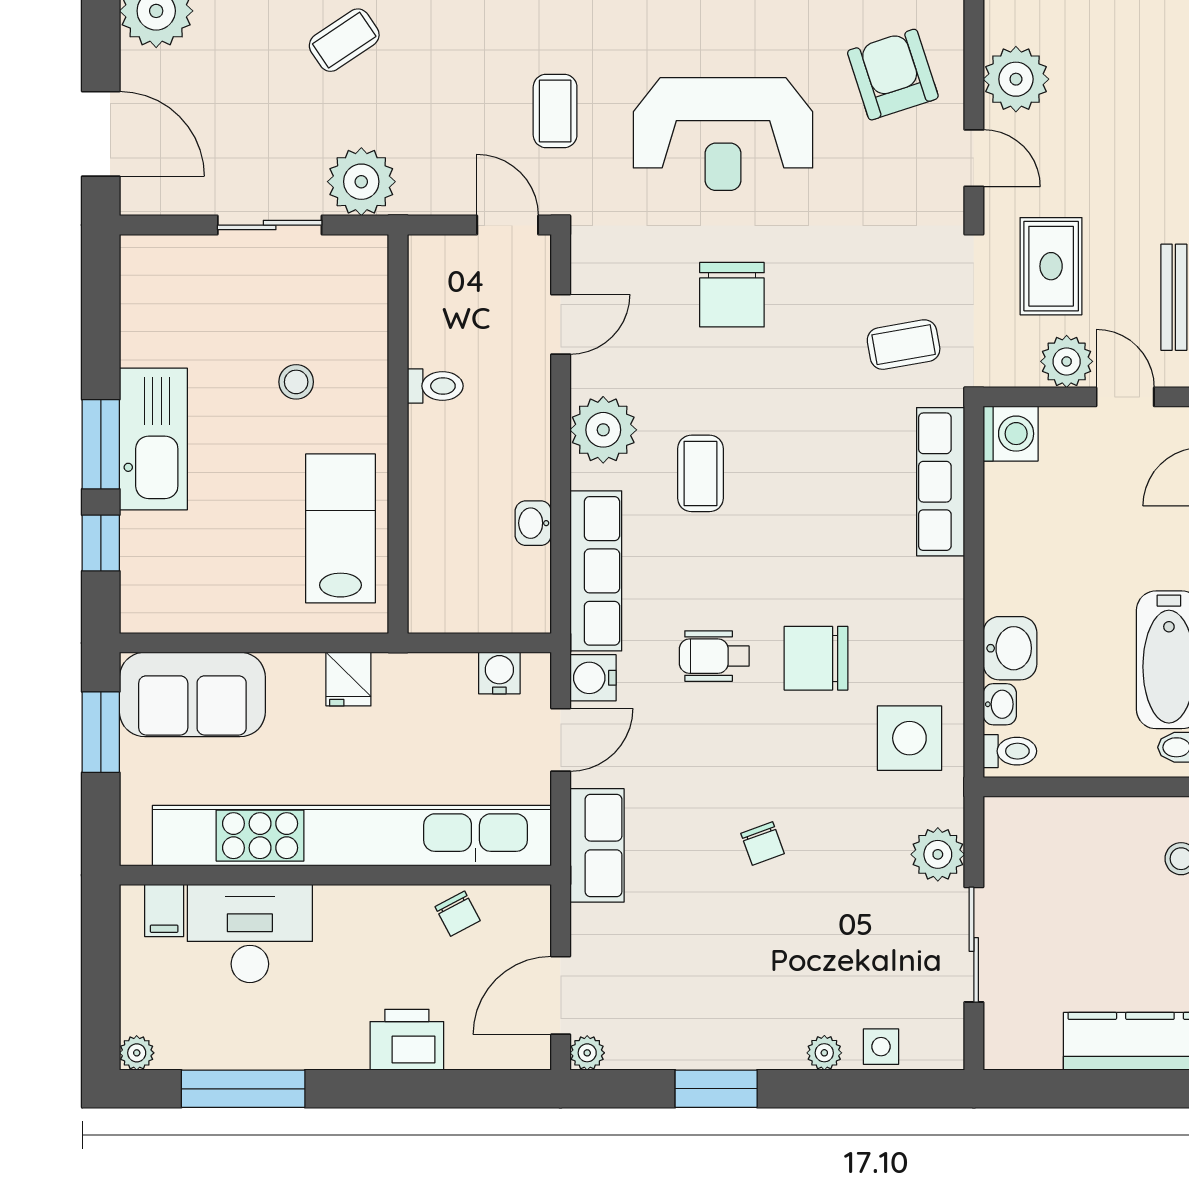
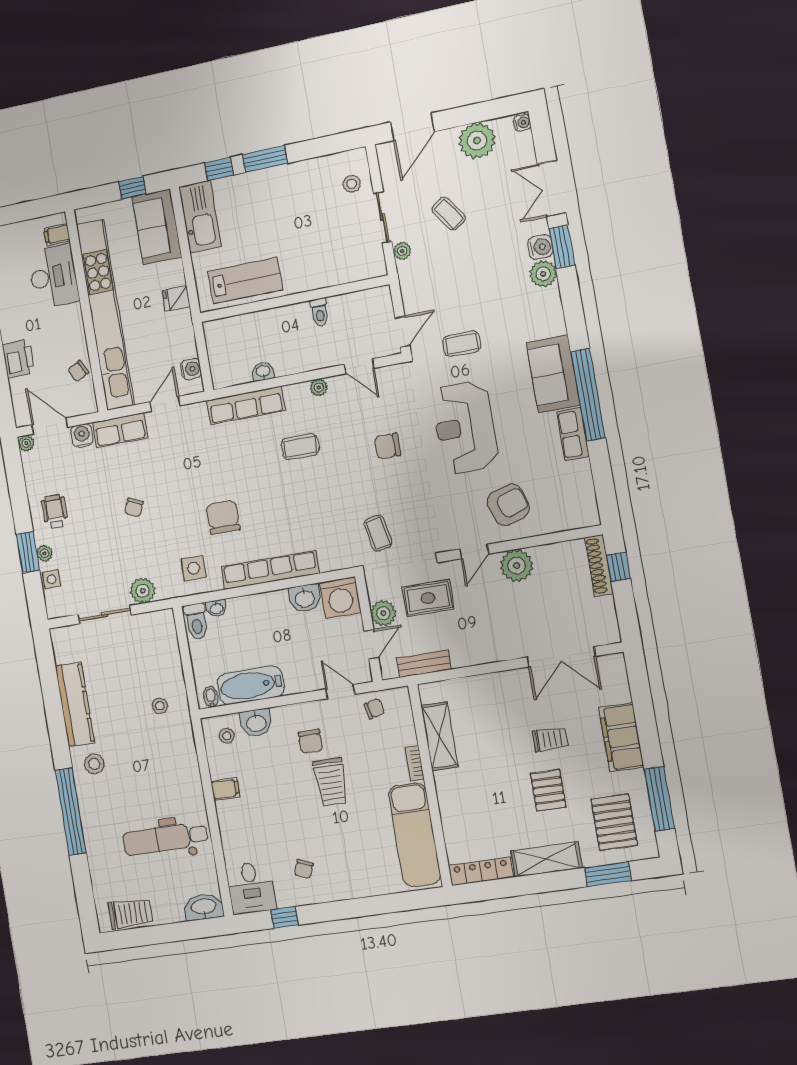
coffee table: (344, 40) -> (449, 214), moved
plant: (361, 182) -> (402, 251), width x0.53, depth x0.53
chair: (732, 295) -> (388, 446), width x0.73, depth x0.73
stool: (296, 382) -> (352, 184), moved
plant: (603, 430) -> (319, 387), width x0.53, depth x0.53
washing machine: (1011, 434) -> (340, 598), width x1.37, depth x1.37
kitchen sink: (153, 439) -> (200, 217), moved, turned -90
row of seats: (941, 482) -> (270, 570), moved, width x1.36
washbasin: (1010, 648) -> (305, 598), moved
wheelchair: (714, 656) -> (55, 512), moved
water cooler: (593, 678) -> (82, 435), moved
window: (101, 732) -> (132, 188), width x0.67
side table: (909, 738) -> (194, 568), width x0.73, depth x0.73
door: (561, 740) -> (165, 404), swing flipped
toilet: (1010, 751) -> (196, 622), width x1.37, depth x1.39
chair: (763, 843) -> (134, 507), turned -46
window: (716, 1089) -> (28, 552), moved

